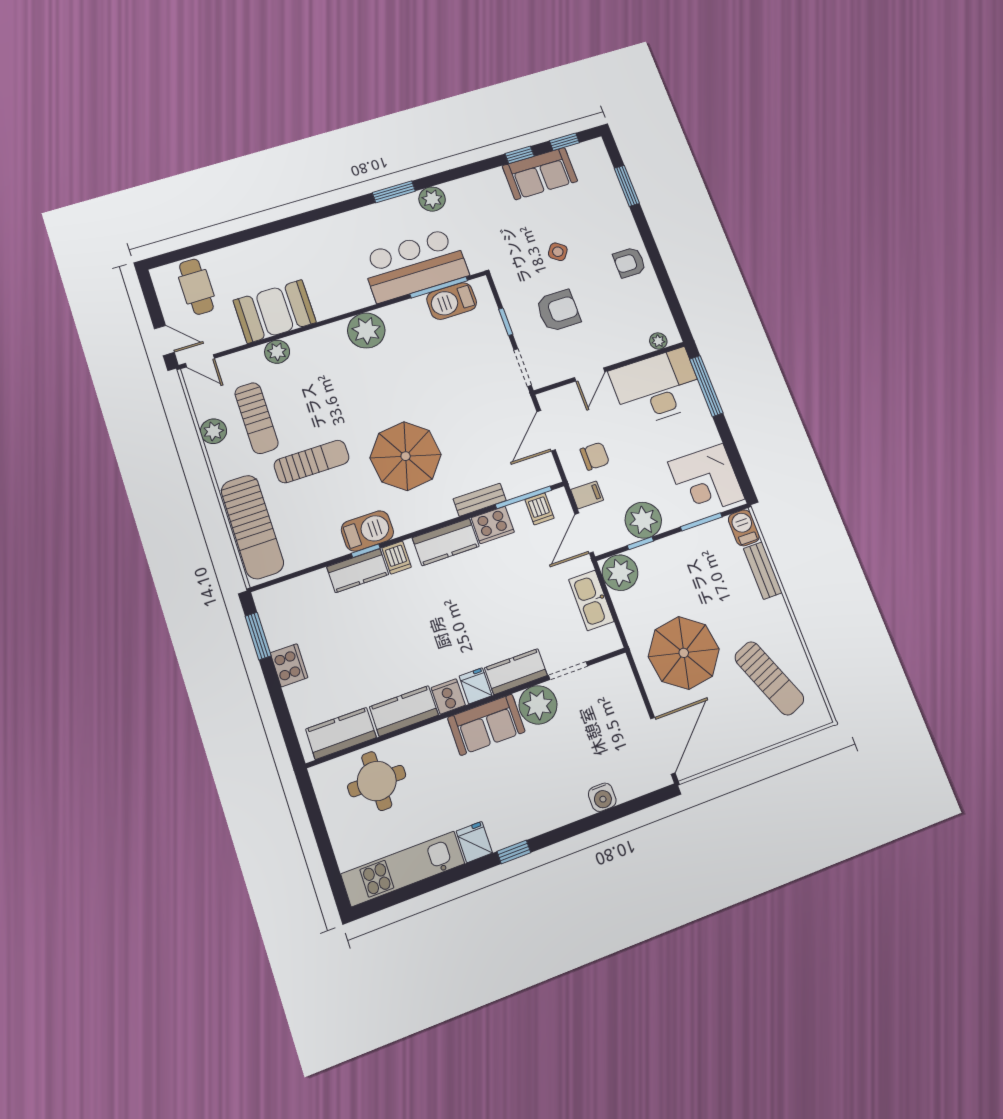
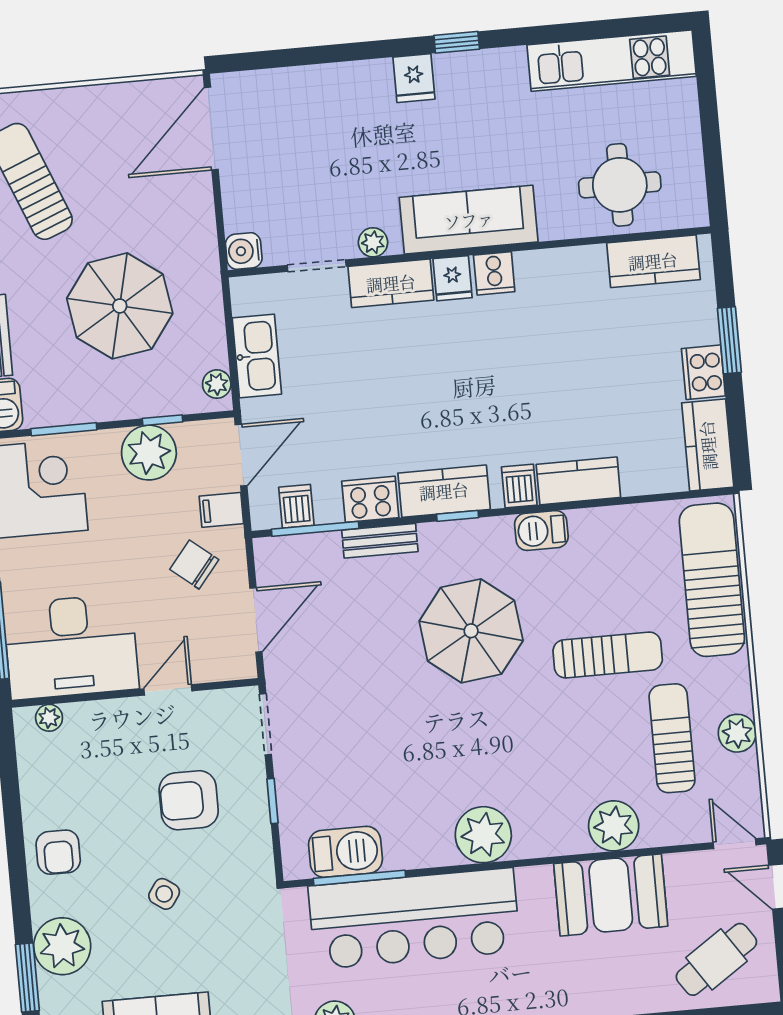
plant: (611, 208) -> (62, 946), added
armchair: (629, 262) -> (58, 852), turned 90
bar counter: (415, 265) -> (414, 919), width x1.36
cafe table: (196, 287) -> (716, 959), turned 56
plant: (277, 352) -> (614, 826), width x1.36, depth x1.36
chair: (595, 456) -> (194, 564), turned 39
sun lounger: (312, 461) -> (608, 655), turned 180
barbecue: (367, 531) -> (541, 530), width x0.73, depth x0.79
window: (366, 551) -> (458, 516), moved
plant: (620, 573) -> (217, 384), width x0.53, depth x0.53
window: (258, 636) -> (729, 340), moved
parasol: (684, 653) -> (120, 306), moved
plant: (538, 705) -> (373, 242), width x0.53, depth x0.53
kitchen counter: (404, 711) -> (708, 445), moved, turned 90
sofa: (486, 725) -> (469, 220), width x1.36
water cooler: (602, 797) -> (244, 251), moved, turned -90
fridge: (474, 842) -> (414, 78), moved

